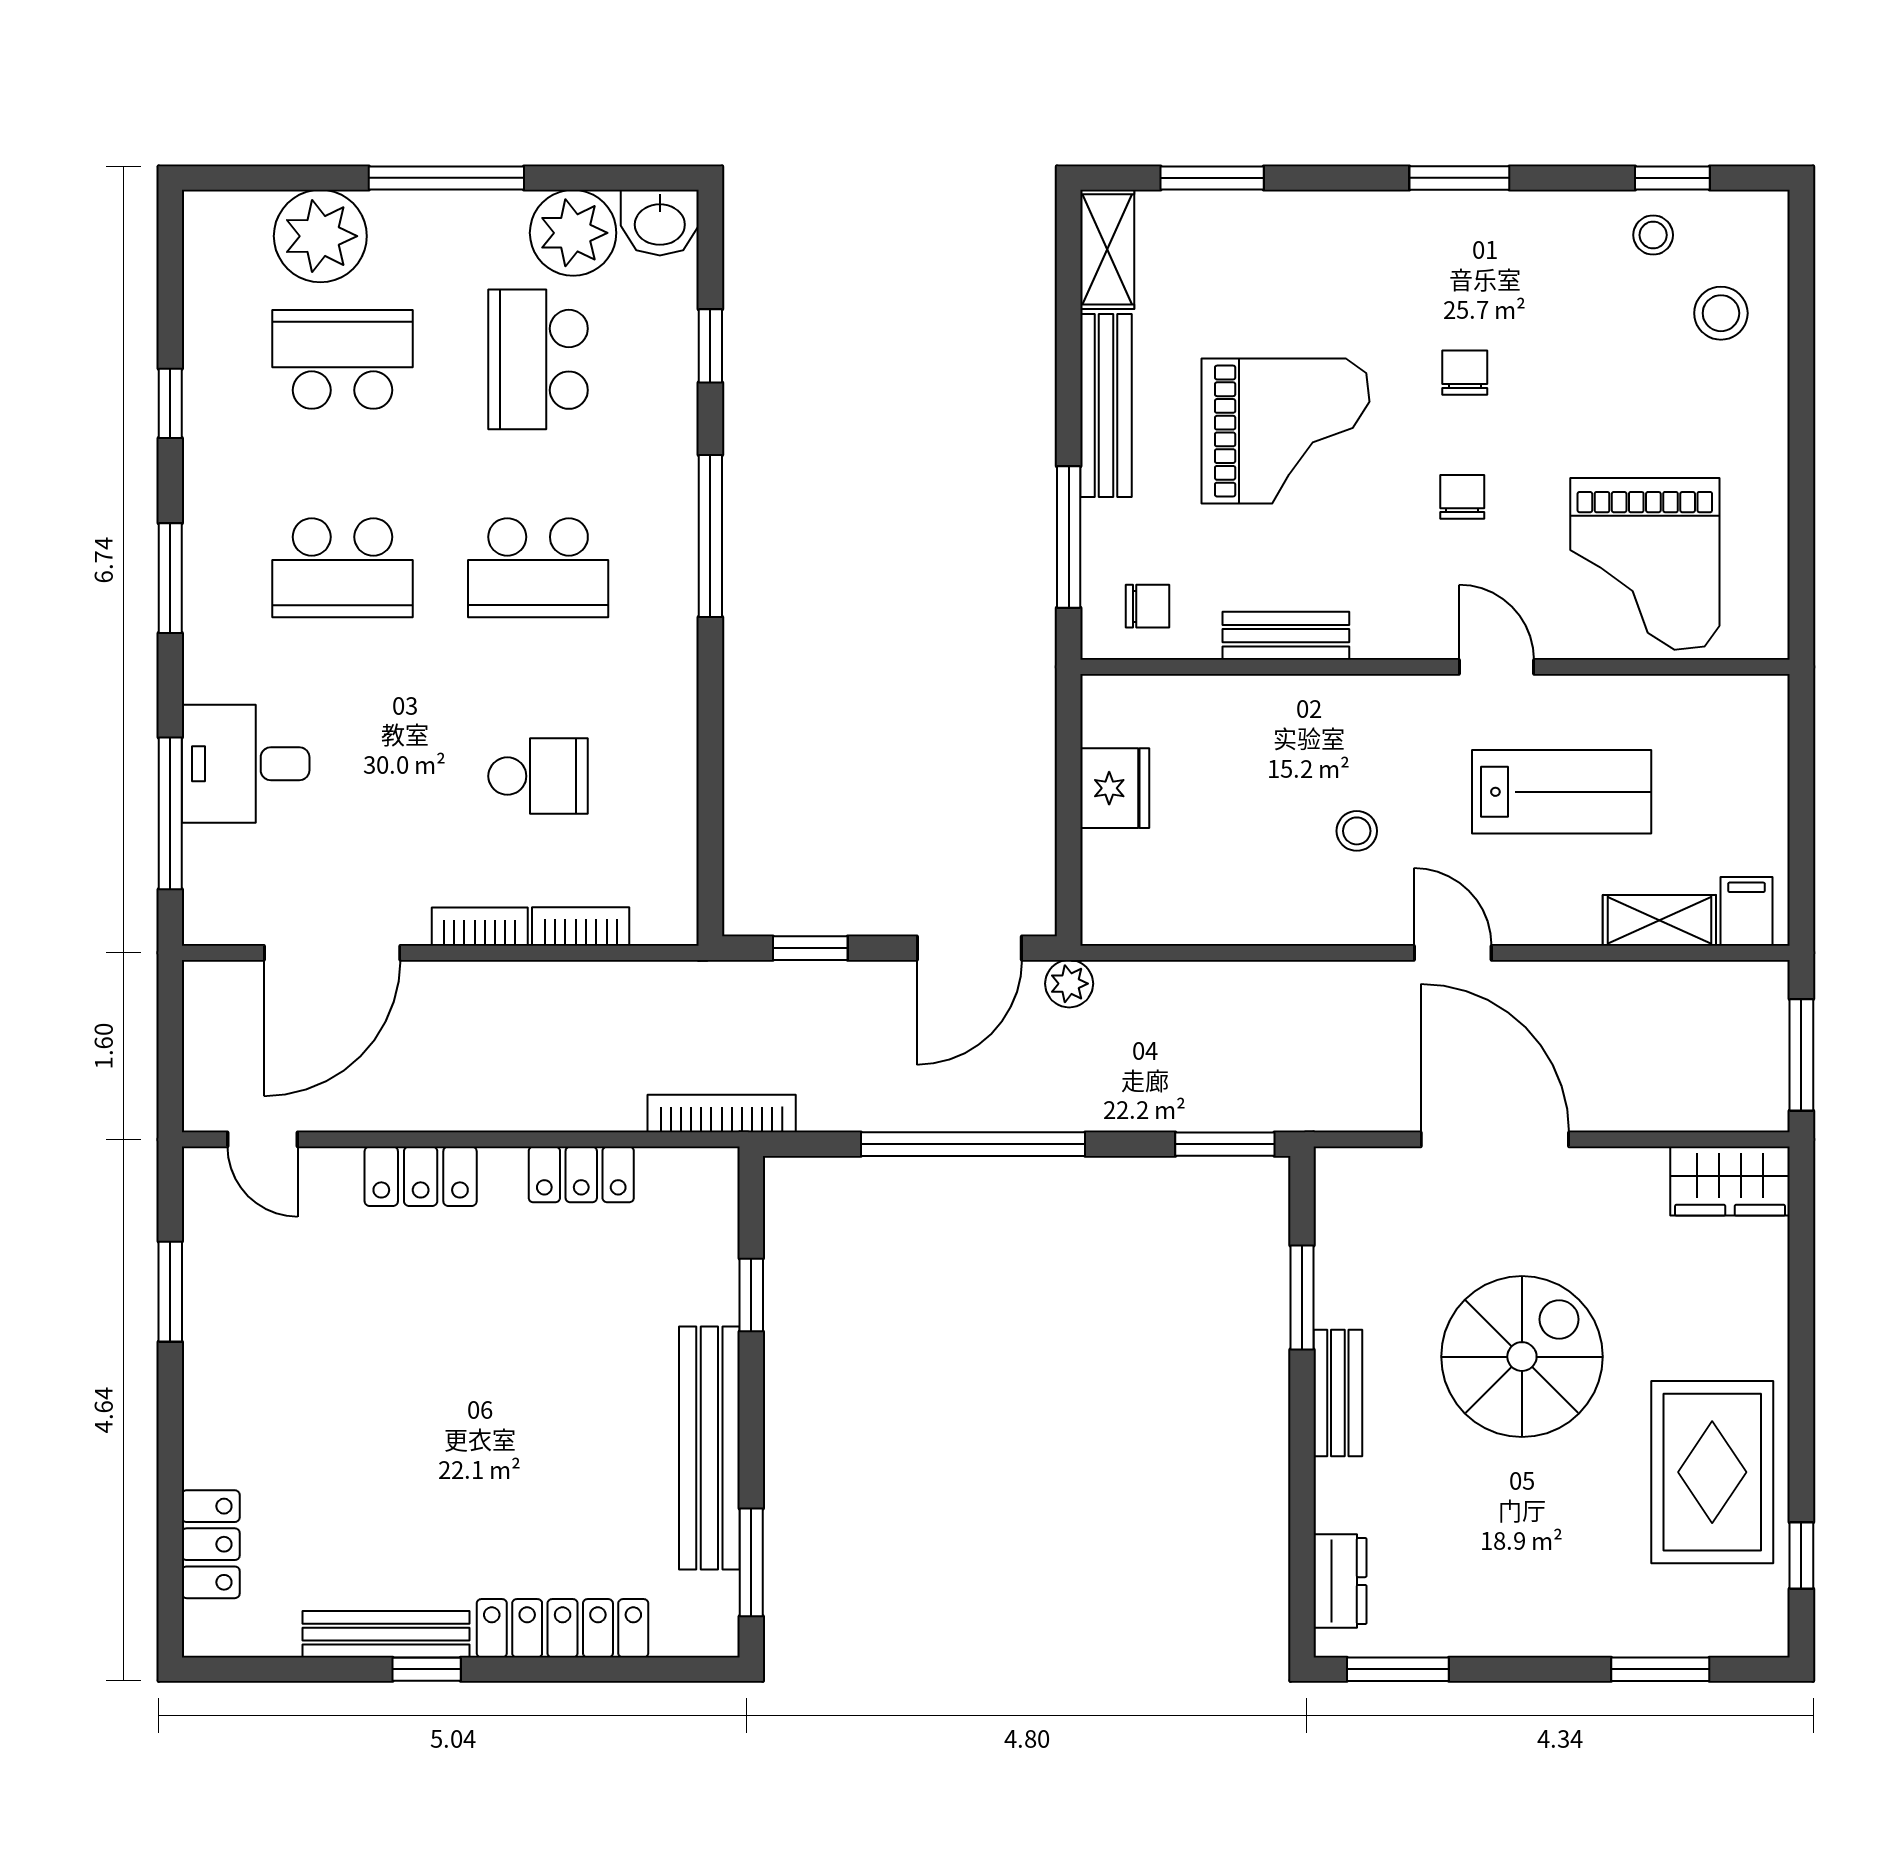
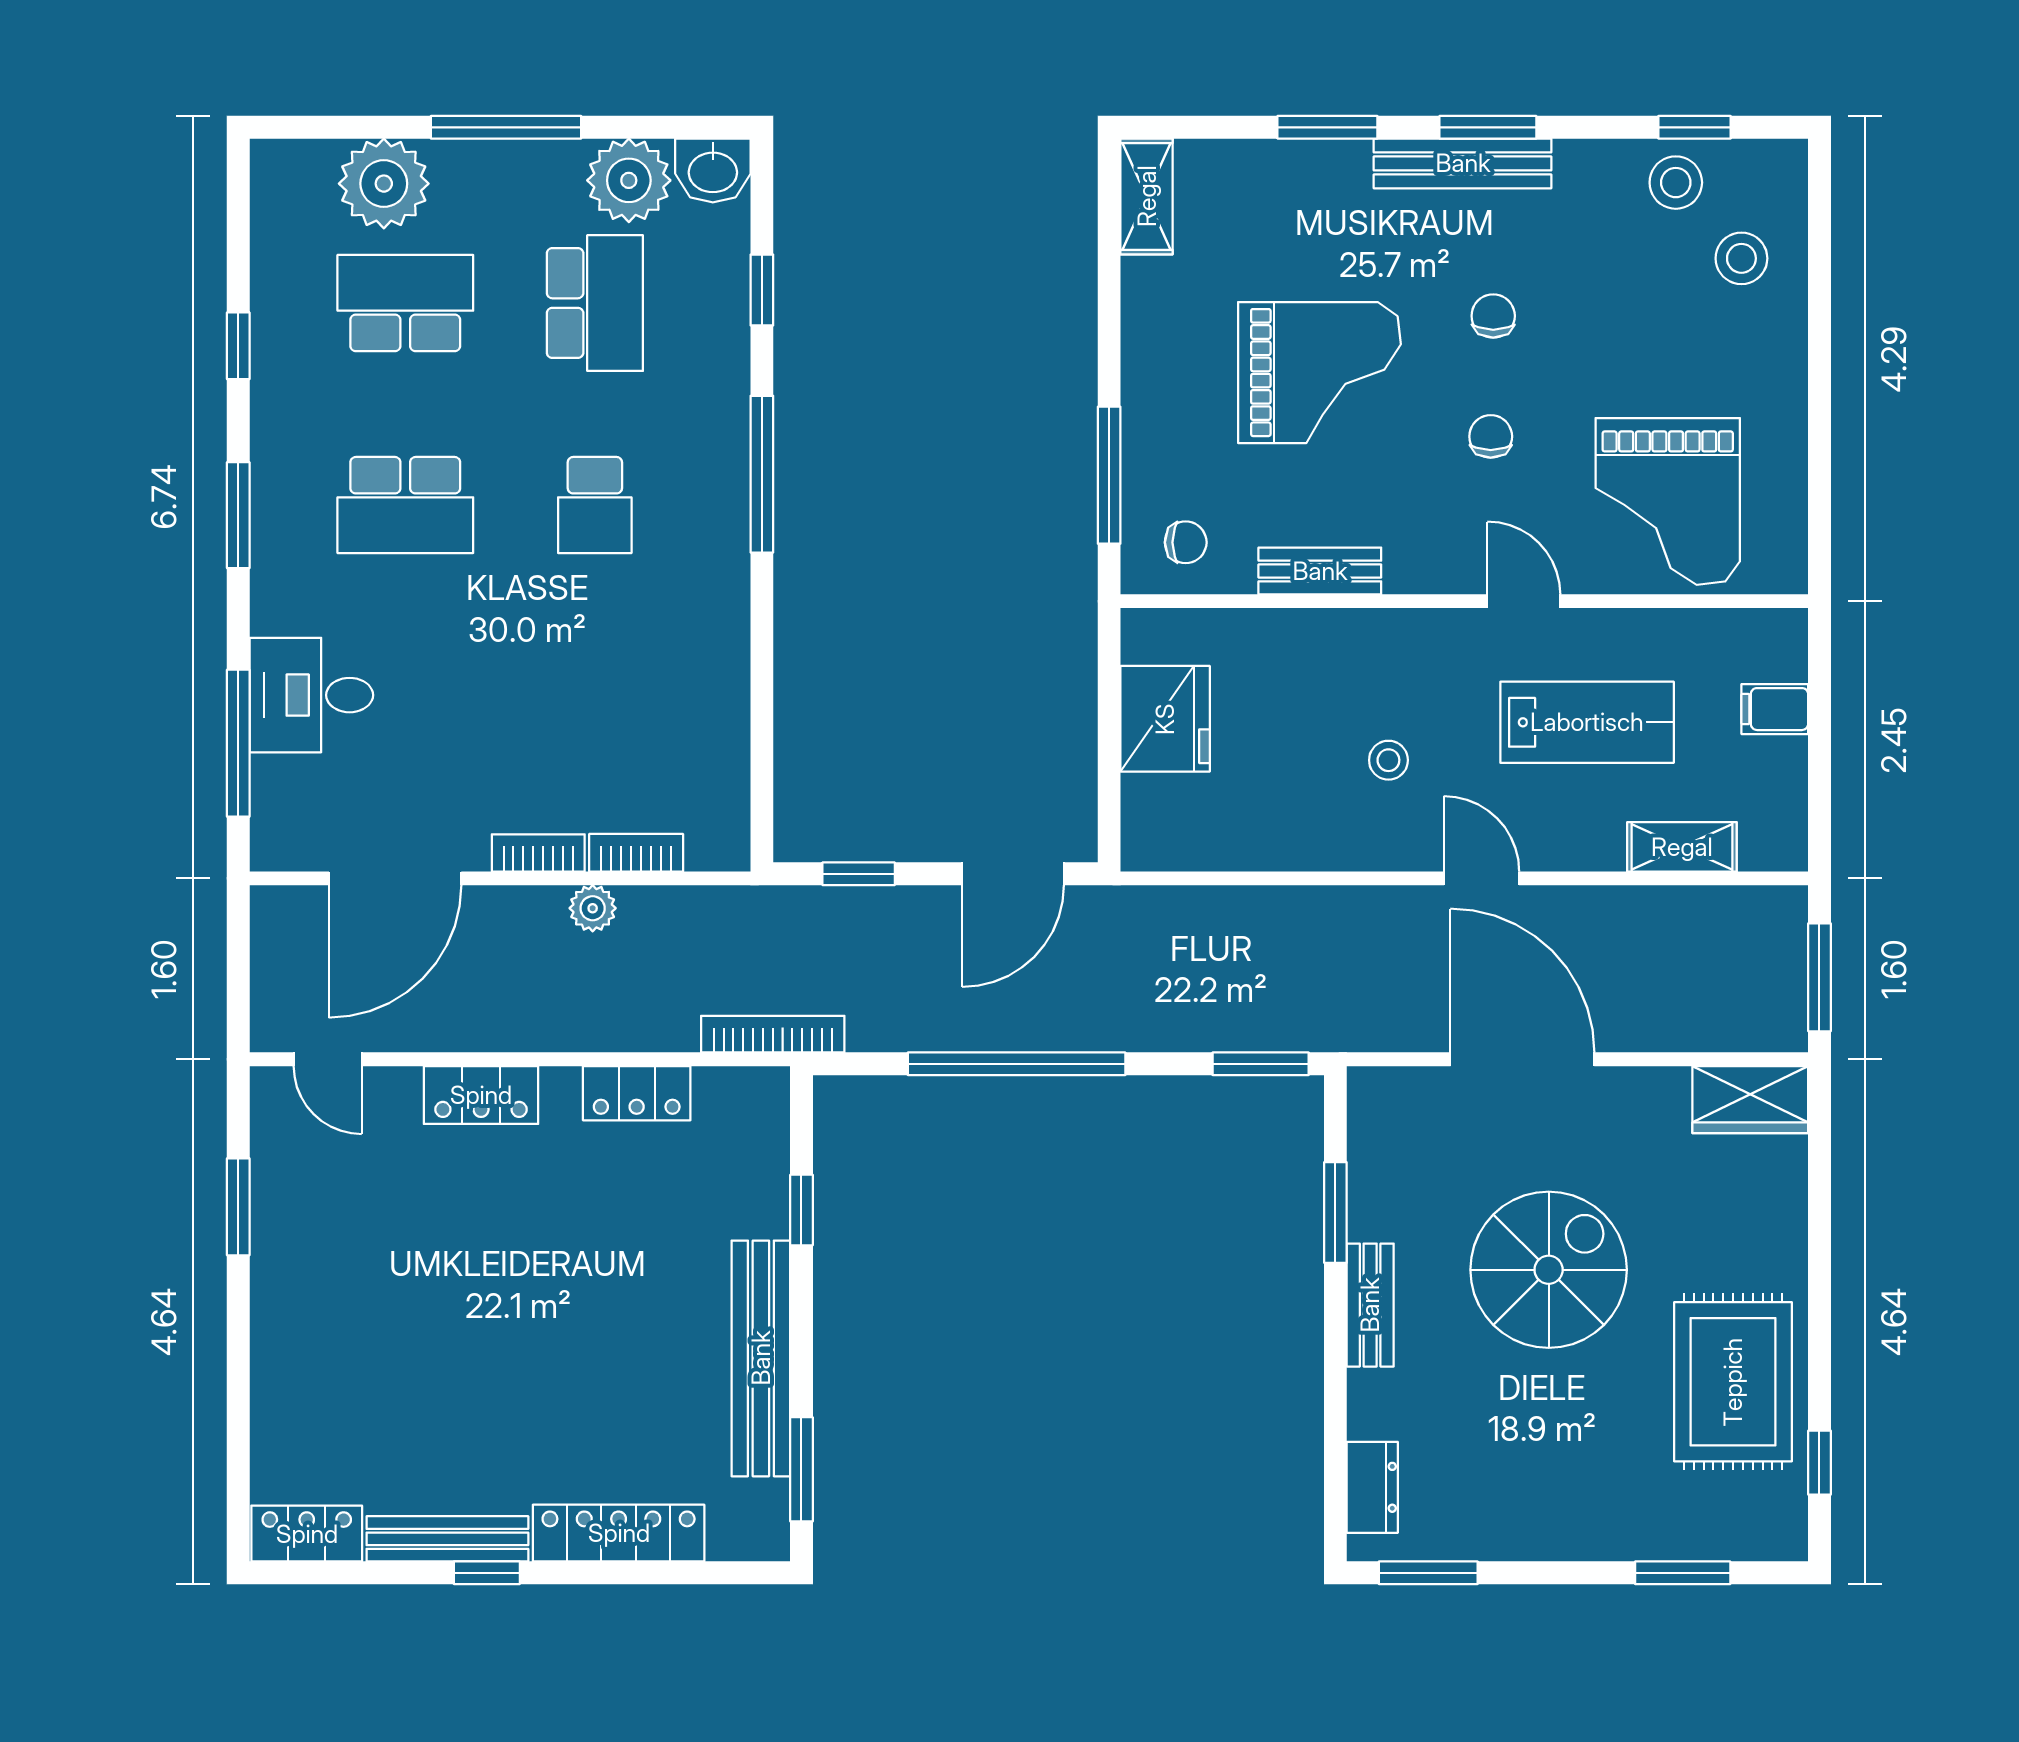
window: (1212, 178) -> (1327, 127), moved
stool: (1653, 235) -> (1676, 183), width x1.37, depth x1.37
school desk: (538, 359) -> (595, 303), turned 180
bench: (1106, 405) -> (1463, 163), moved, turned 90
school desk: (538, 568) -> (595, 505), width x0.54
school desk: (538, 776) -> (595, 707), removed
fridge: (1115, 788) -> (1165, 719), width x1.36, depth x1.34
filing cabinet: (1746, 911) -> (1775, 709), moved, turned -90
plant: (1069, 984) -> (593, 908), moved
locker: (211, 1544) -> (307, 1534), moved, turned -90

